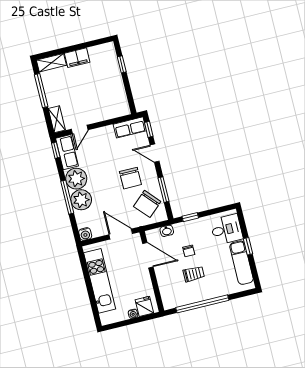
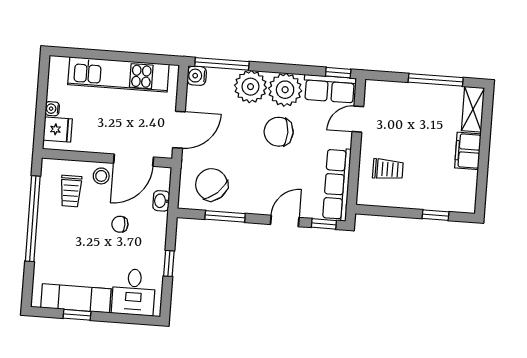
trolley: (104, 102) -> (388, 169), added
shelving: (57, 119) -> (385, 90), removed
row of seats: (130, 127) -> (337, 184), width x1.48
door: (80, 129) -> (358, 119), hinge flipped
chair: (130, 178) -> (279, 132), moved
window: (67, 197) -> (222, 64), moved
window: (190, 217) -> (169, 263), moved
window: (248, 246) -> (77, 315), moved
stool: (164, 271) -> (101, 176), added
trolley: (194, 274) -> (71, 191), moved

